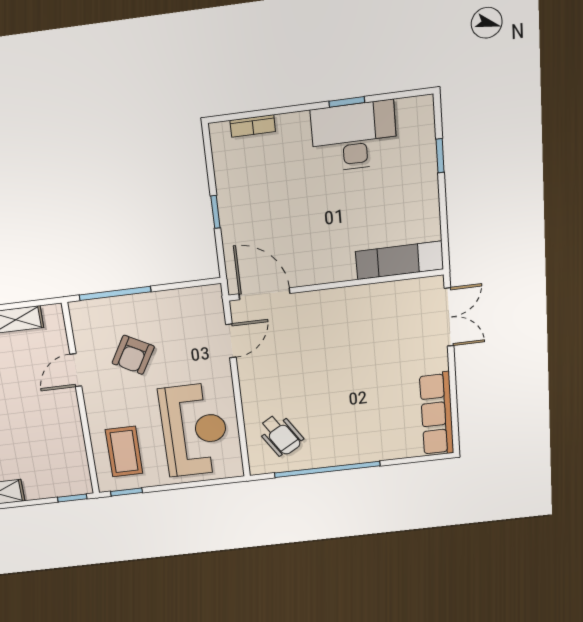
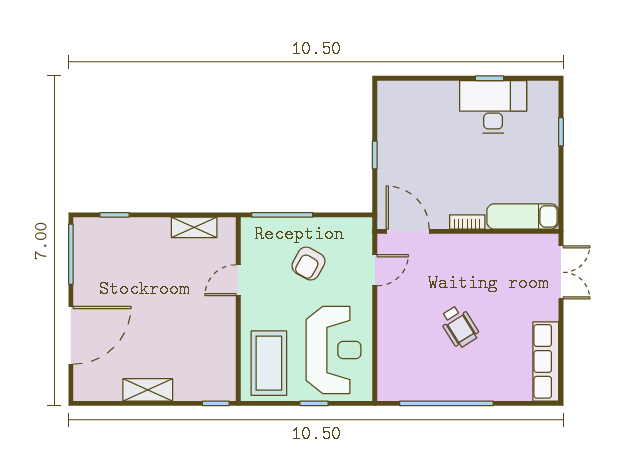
bookcase: (253, 126) -> (467, 222), moved, turned 180
armchair: (133, 355) -> (308, 264), moved
wheelchair: (281, 435) -> (459, 326), moved
coffee table: (124, 452) -> (269, 363), width x1.36, depth x1.32
window: (126, 492) -> (314, 403), moved

